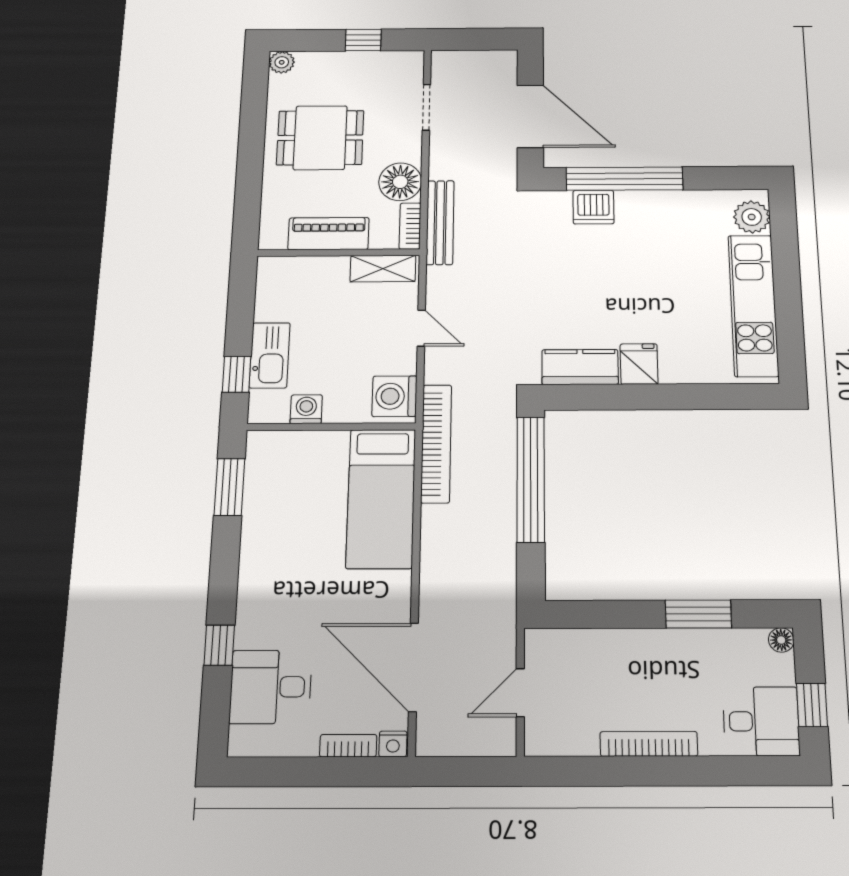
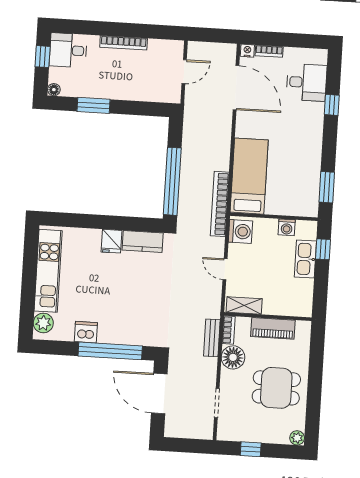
dishwasher: (593, 207) -> (86, 332), moved
bench: (440, 222) -> (212, 338), width x0.73

